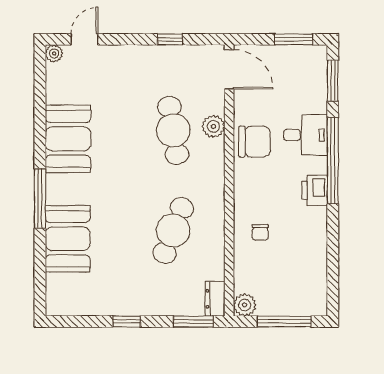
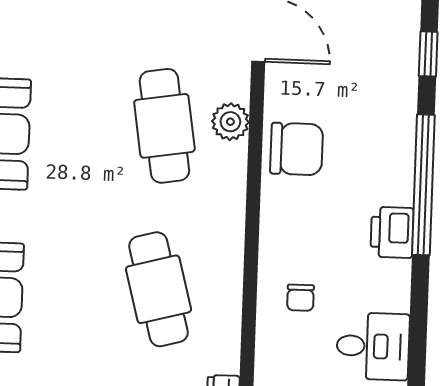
window: (333, 81) -> (428, 54), width x0.67
desk: (306, 135) -> (373, 346), moved
cafe table: (173, 230) -> (158, 289), turned -36

